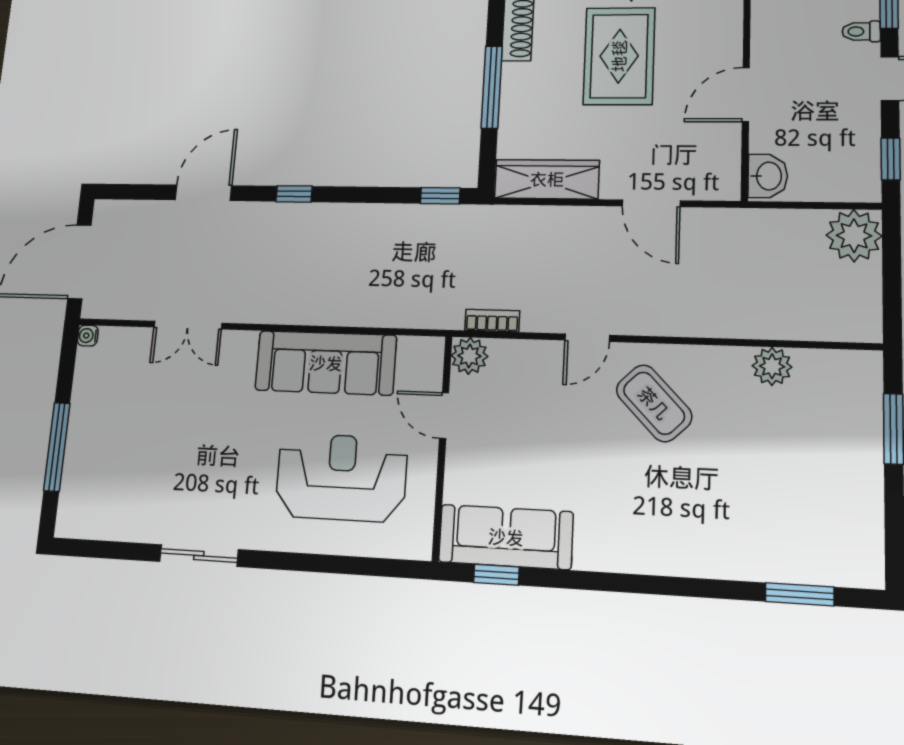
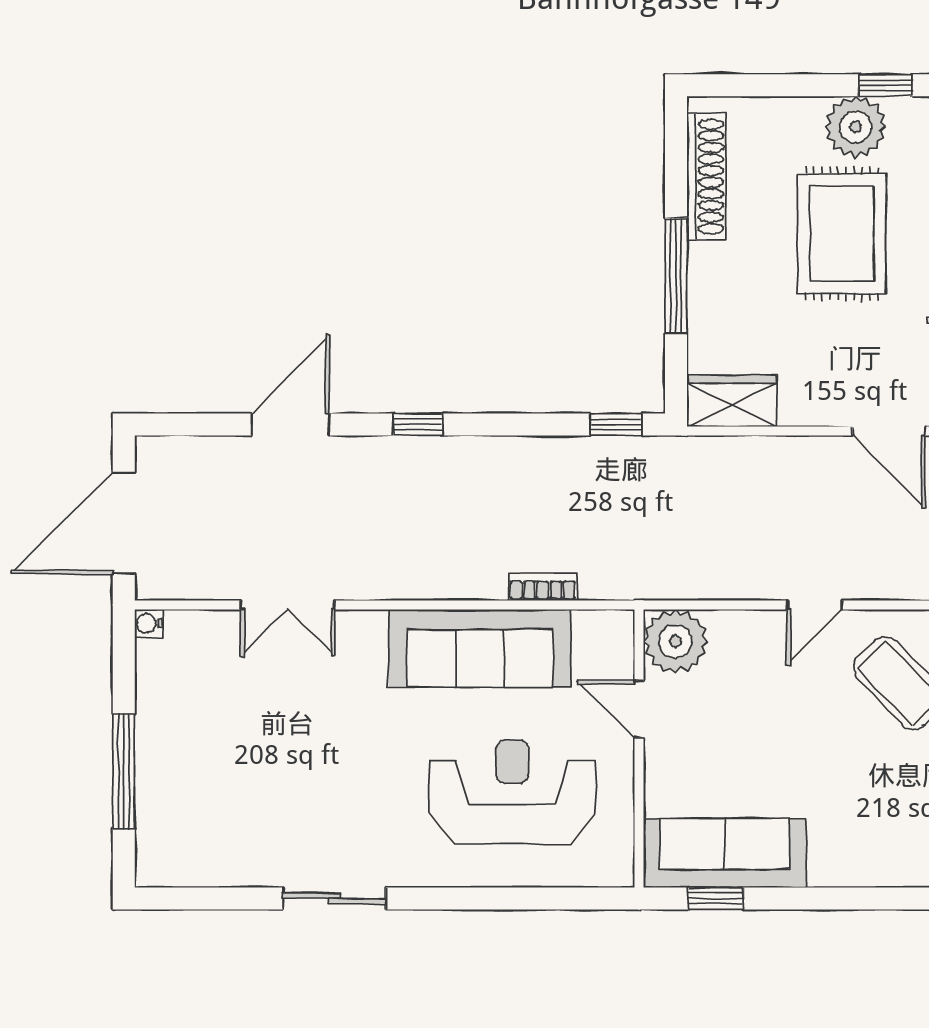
wardrobe: (547, 179) -> (732, 401), width x0.67
bookcase: (492, 321) -> (543, 587), moved
plant: (469, 356) -> (675, 641), width x1.36, depth x1.36

